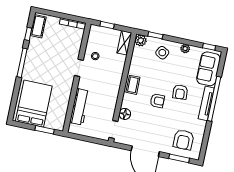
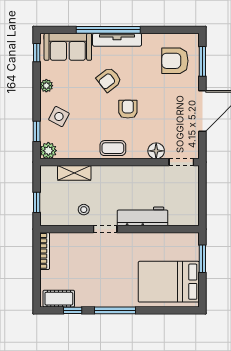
shelving: (124, 43) -> (74, 173), moved
armchair: (180, 92) -> (109, 80), turned 146
workbench: (80, 107) -> (143, 216), moved
armchair: (183, 140) -> (175, 61), turned 180

